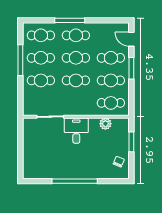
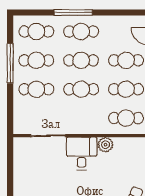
plant: (105, 124) -> (105, 145), moved

